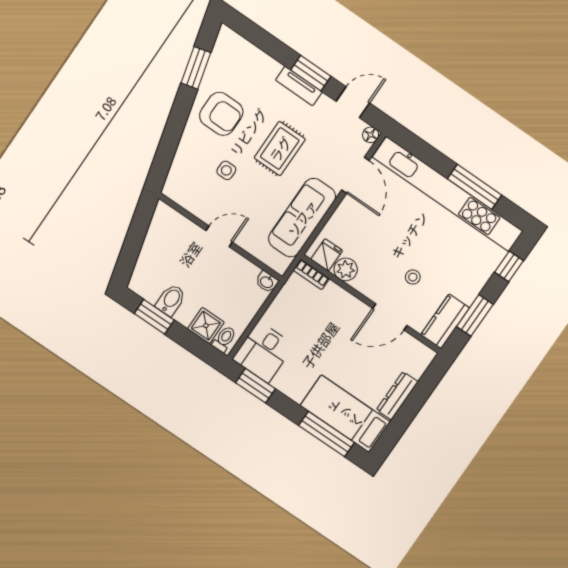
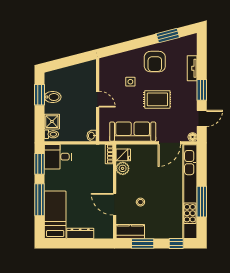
tv unit: (299, 86) -> (192, 68), moved
door: (353, 102) -> (202, 118), hinge flipped
window: (327, 434) -> (40, 200), moved

